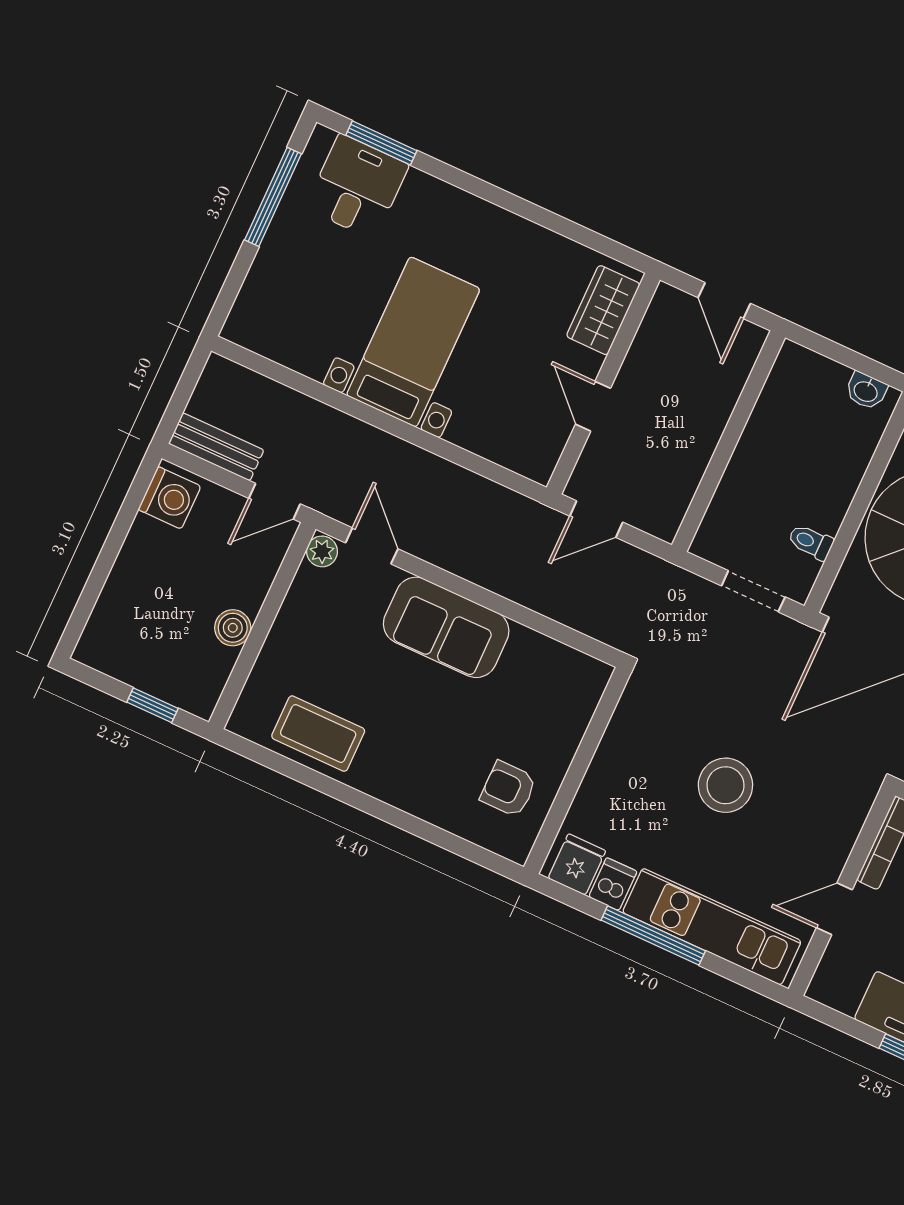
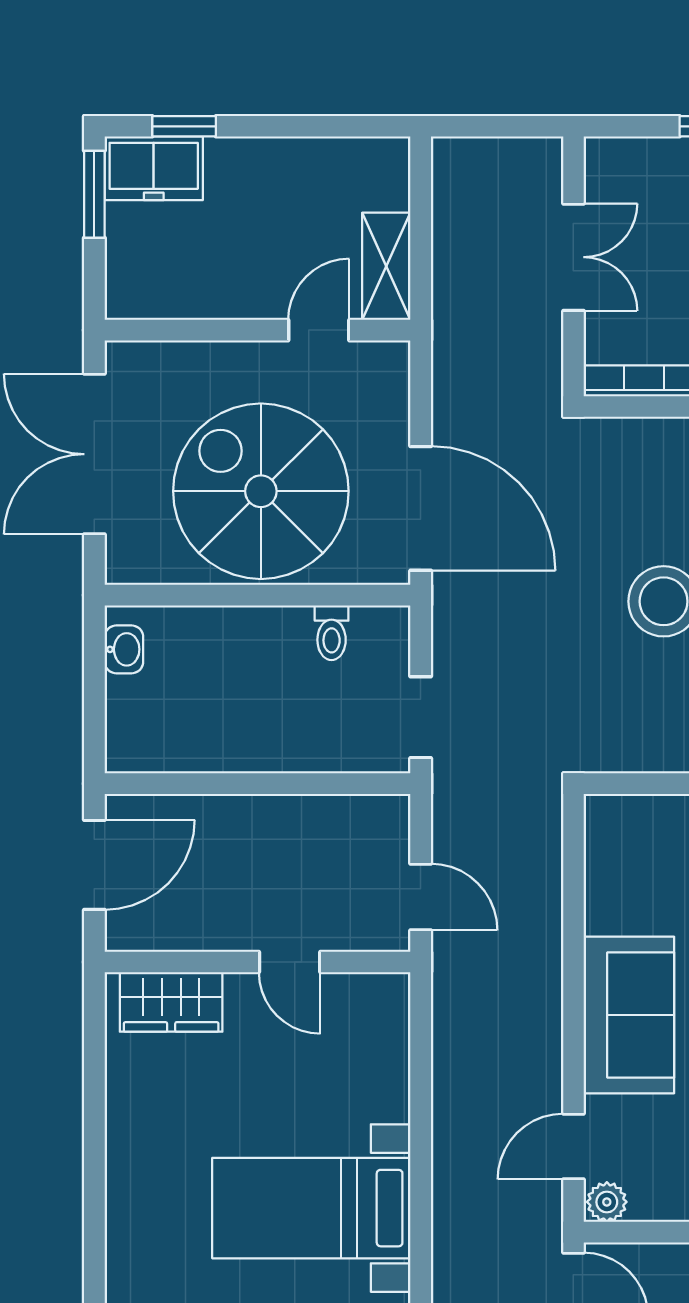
door: (724, 301) -> (94, 865), width x1.38
door: (593, 406) -> (290, 962), hinge flipped
doorway: (753, 591) -> (421, 717), moved

